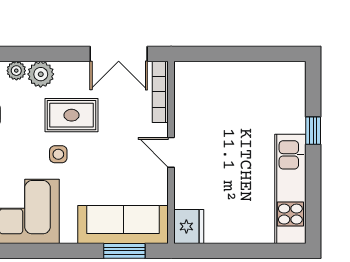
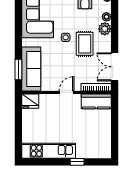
kitchen counter: (189, 92) -> (96, 101), added

